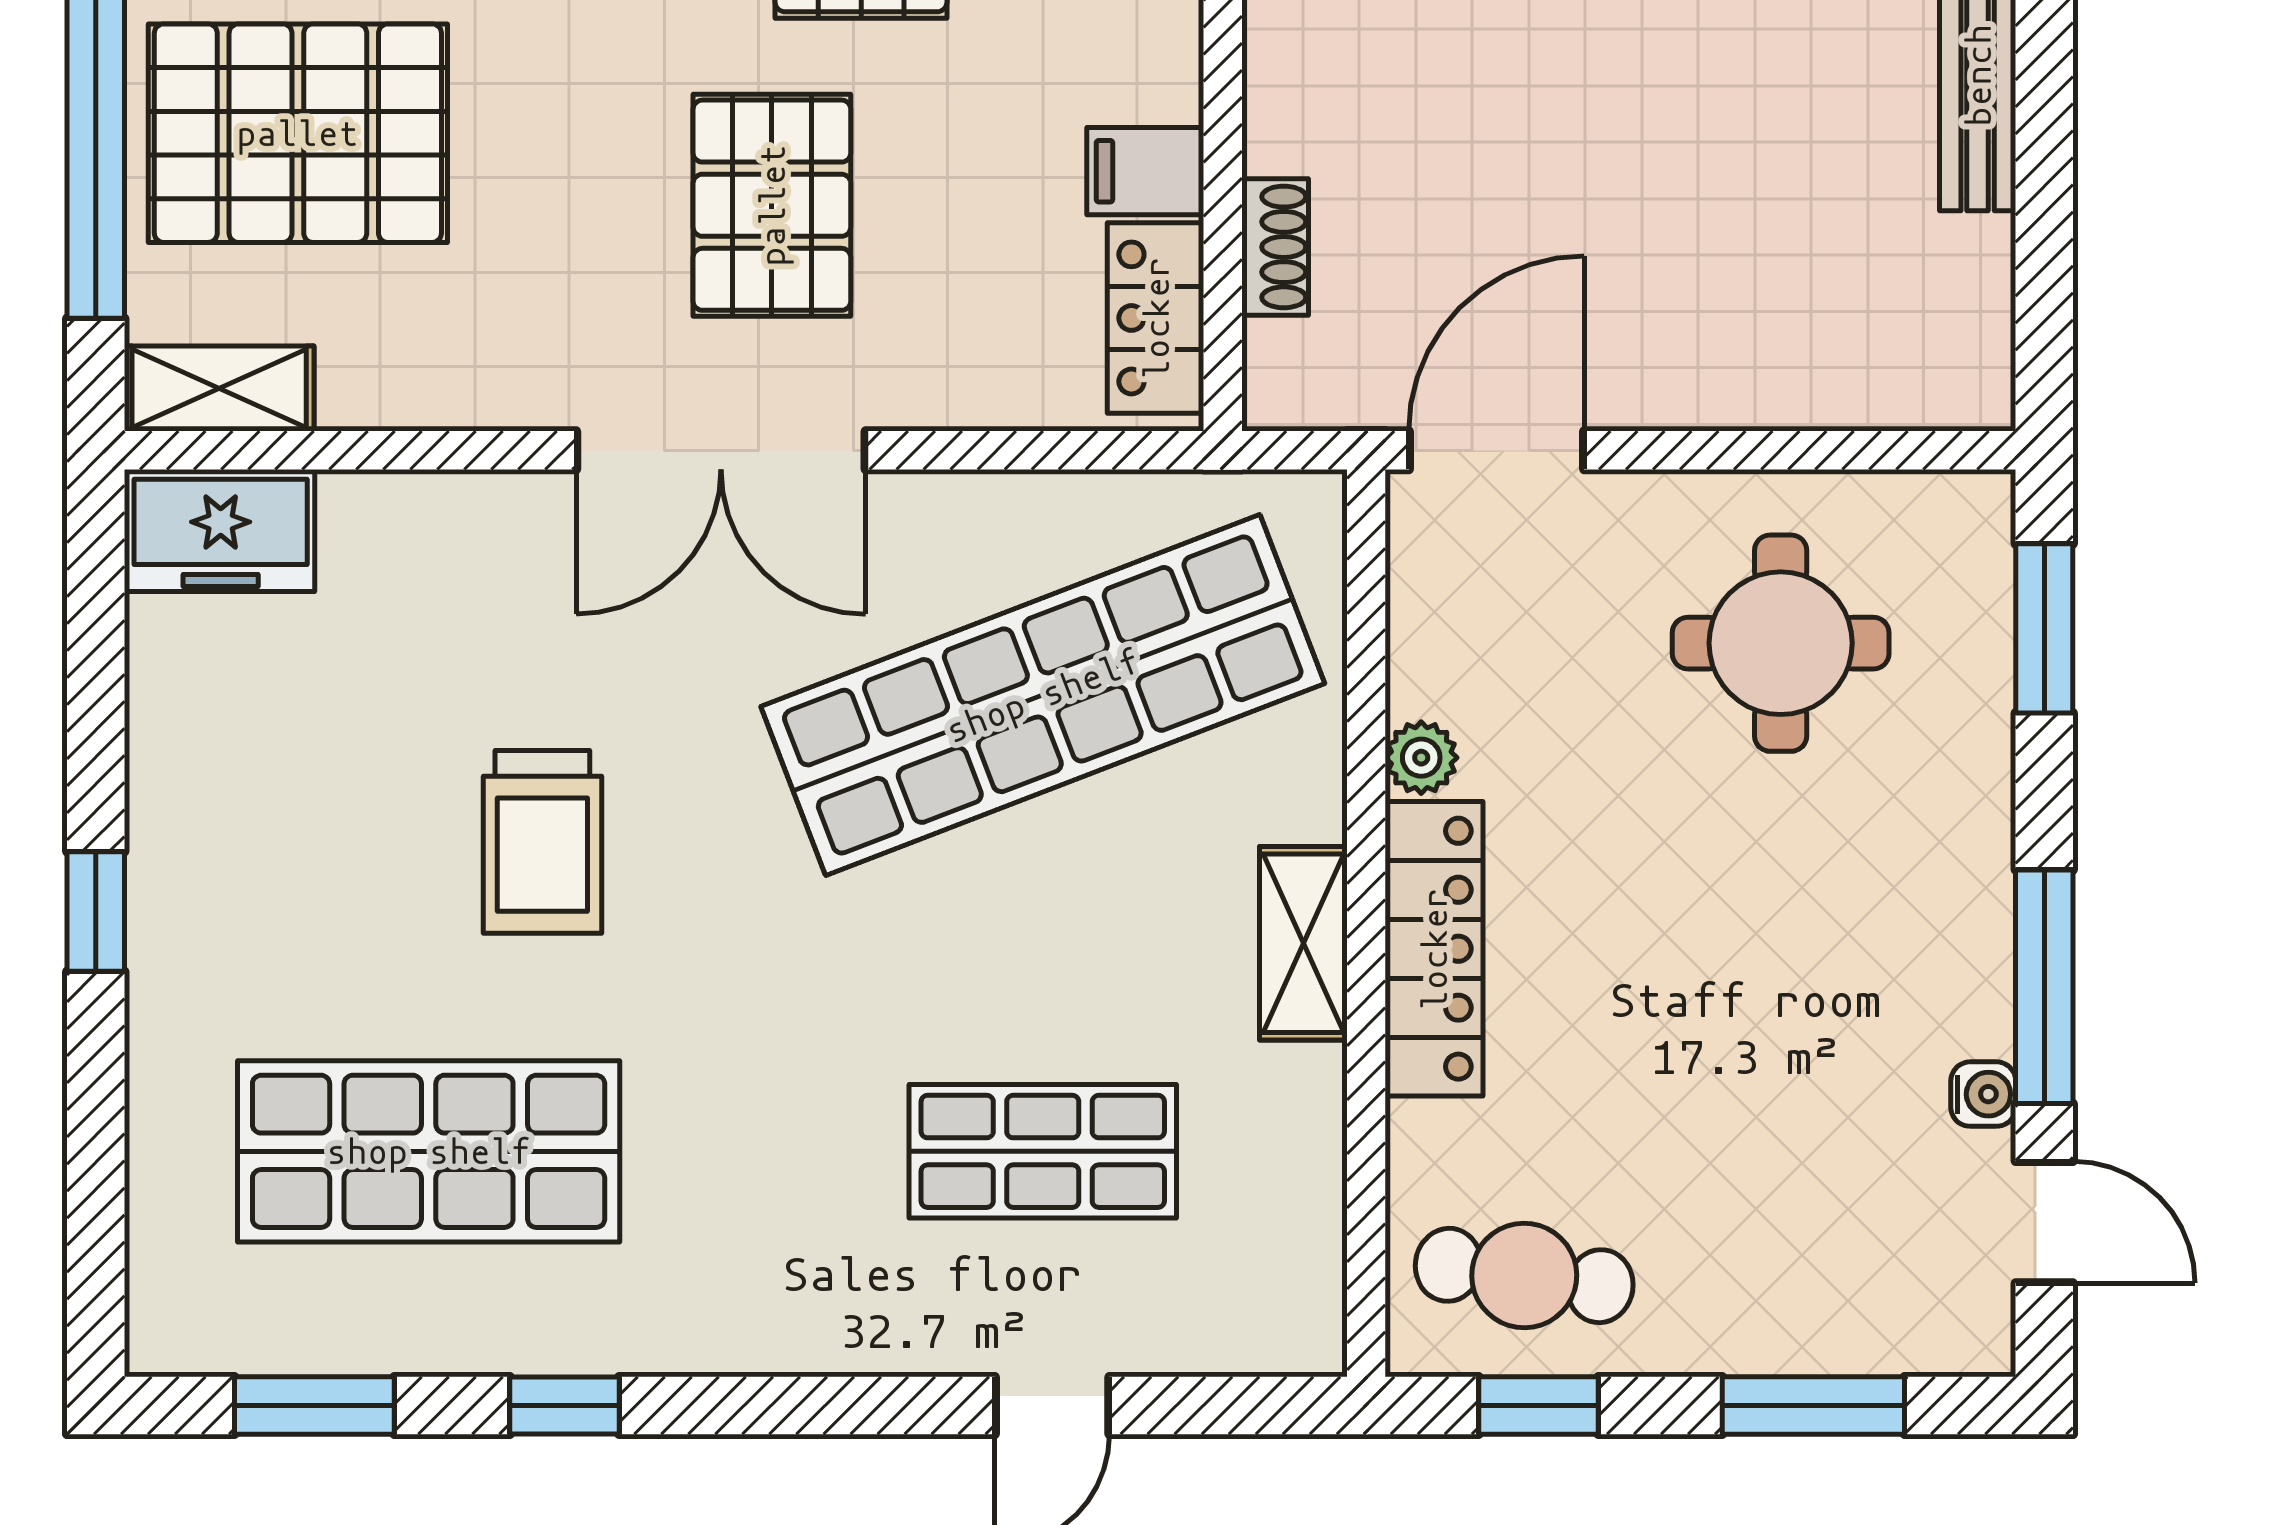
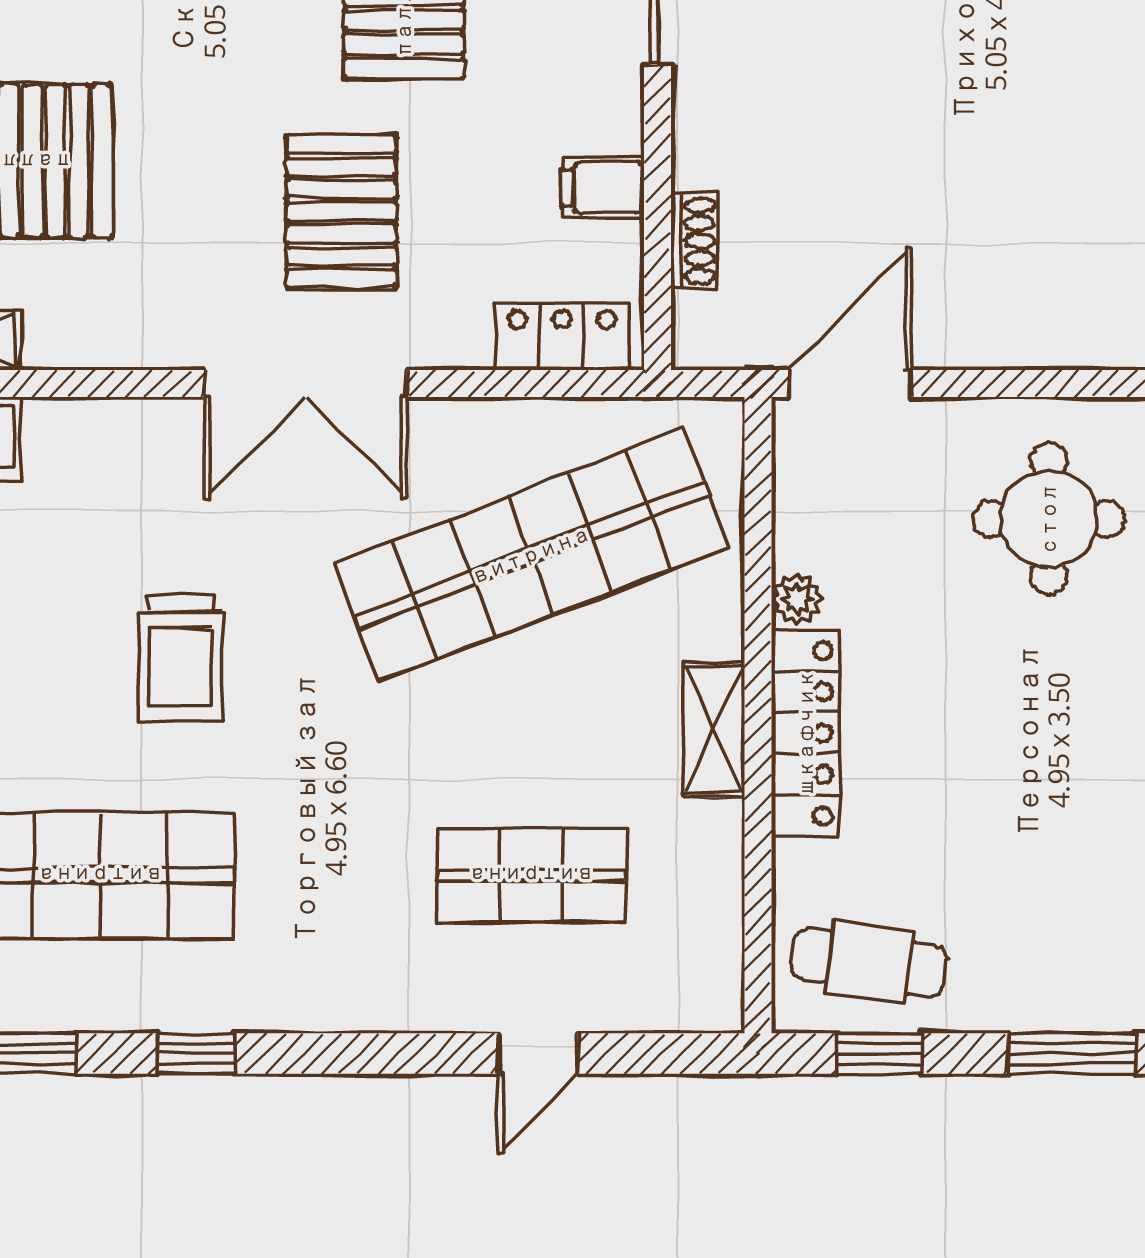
locker: (1156, 318) -> (562, 336), moved, turned 90

